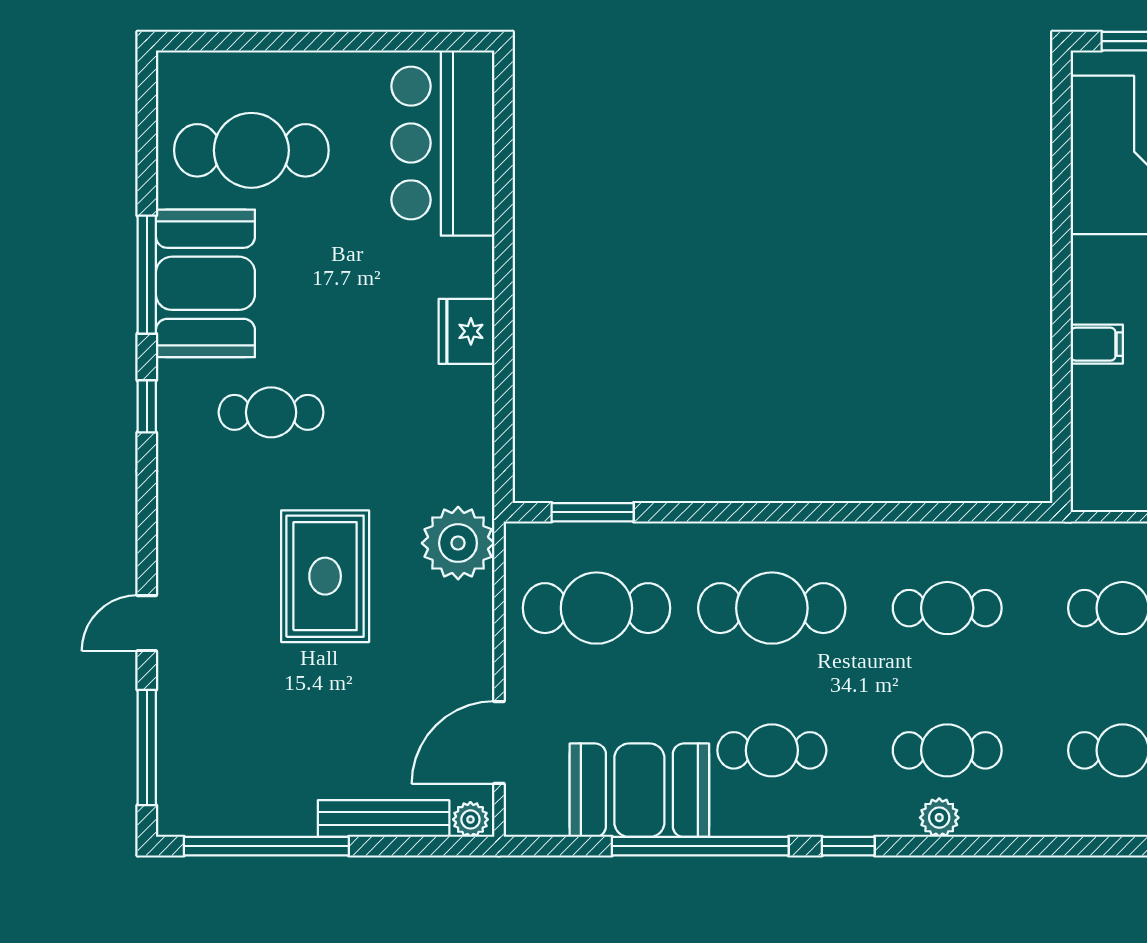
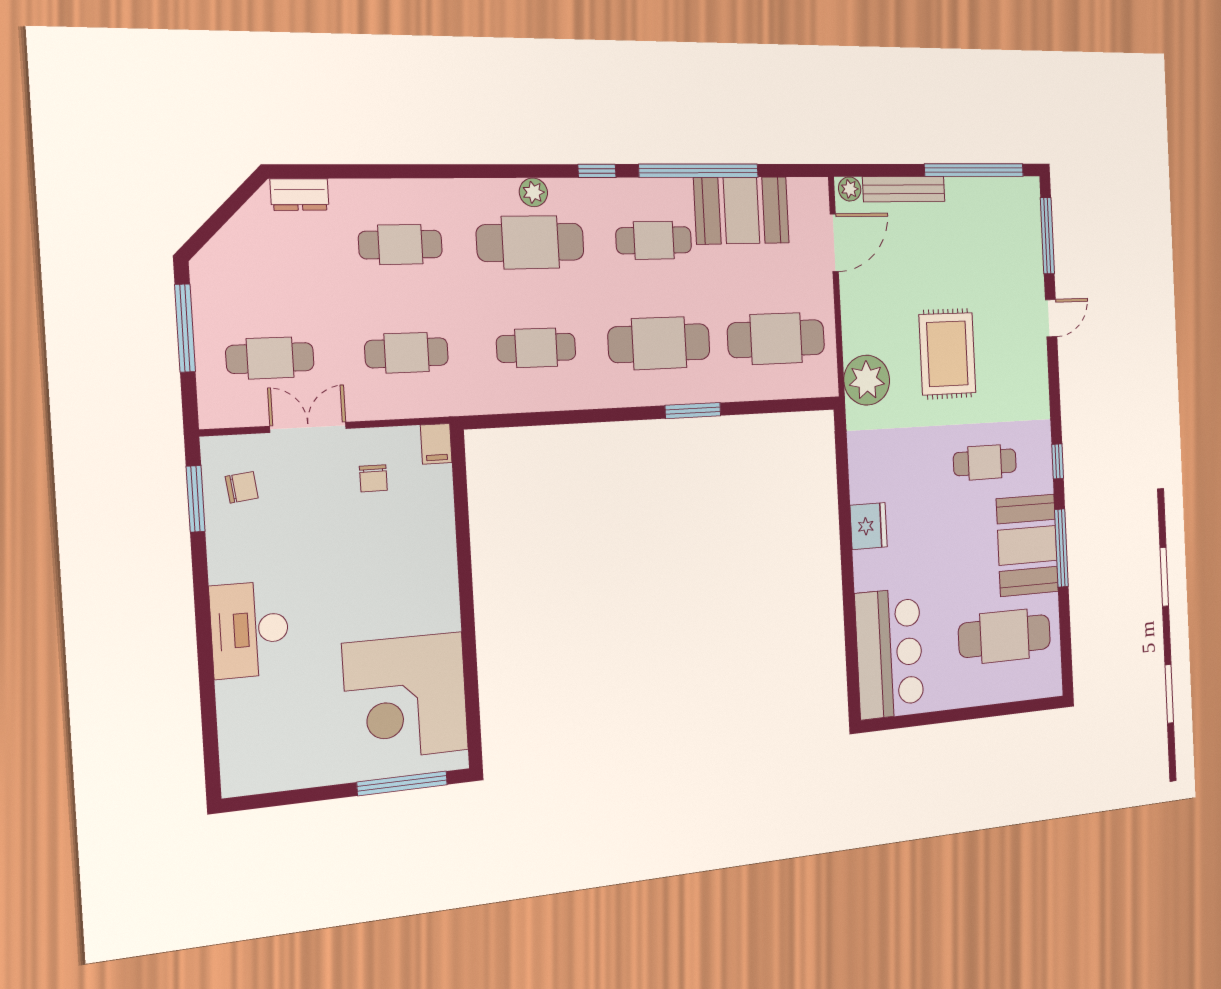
filing cabinet: (1097, 344) -> (436, 444), moved, turned -90
window: (593, 512) -> (693, 411), moved
cafe table: (947, 750) -> (530, 242), width x1.37, depth x1.35

